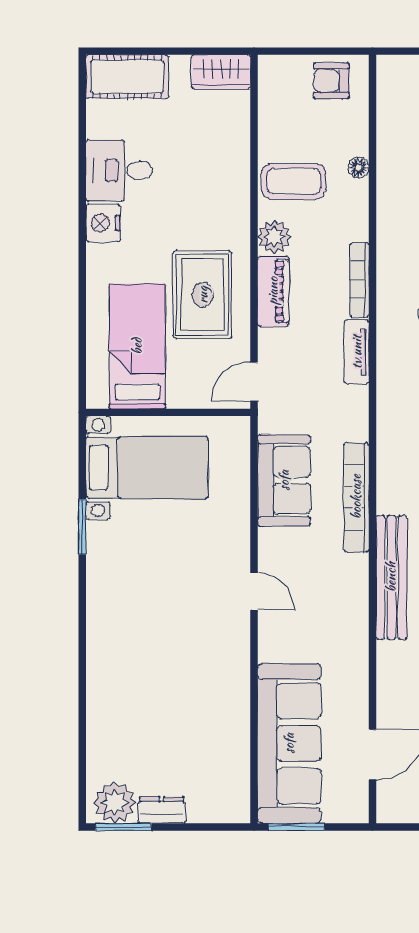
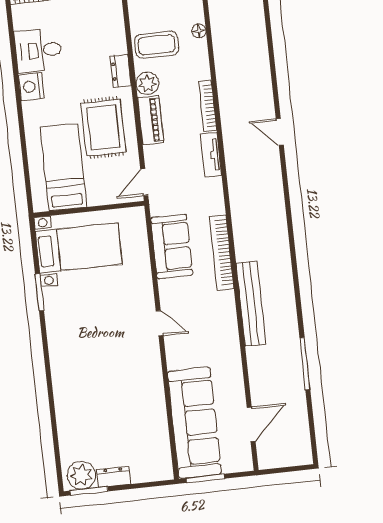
dresser: (237, 214) -> (121, 71), added

